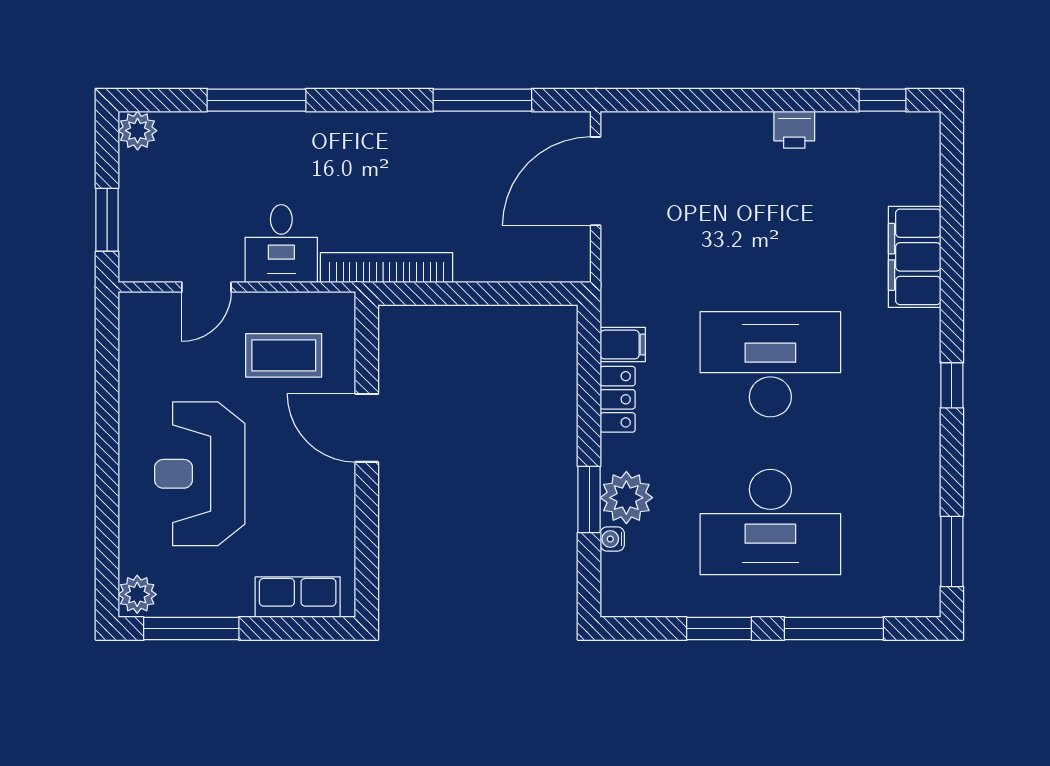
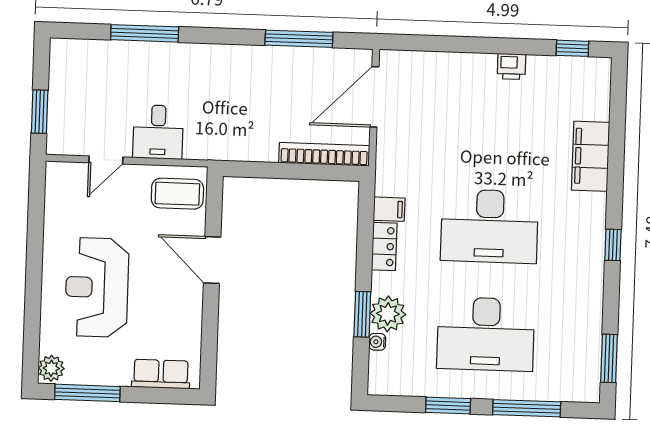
plant: (138, 131) -> (63, 51), removed
bookcase: (387, 268) -> (324, 154), moved
coffee table: (284, 355) -> (177, 194), moved
desk: (770, 364) -> (490, 226), turned 180

